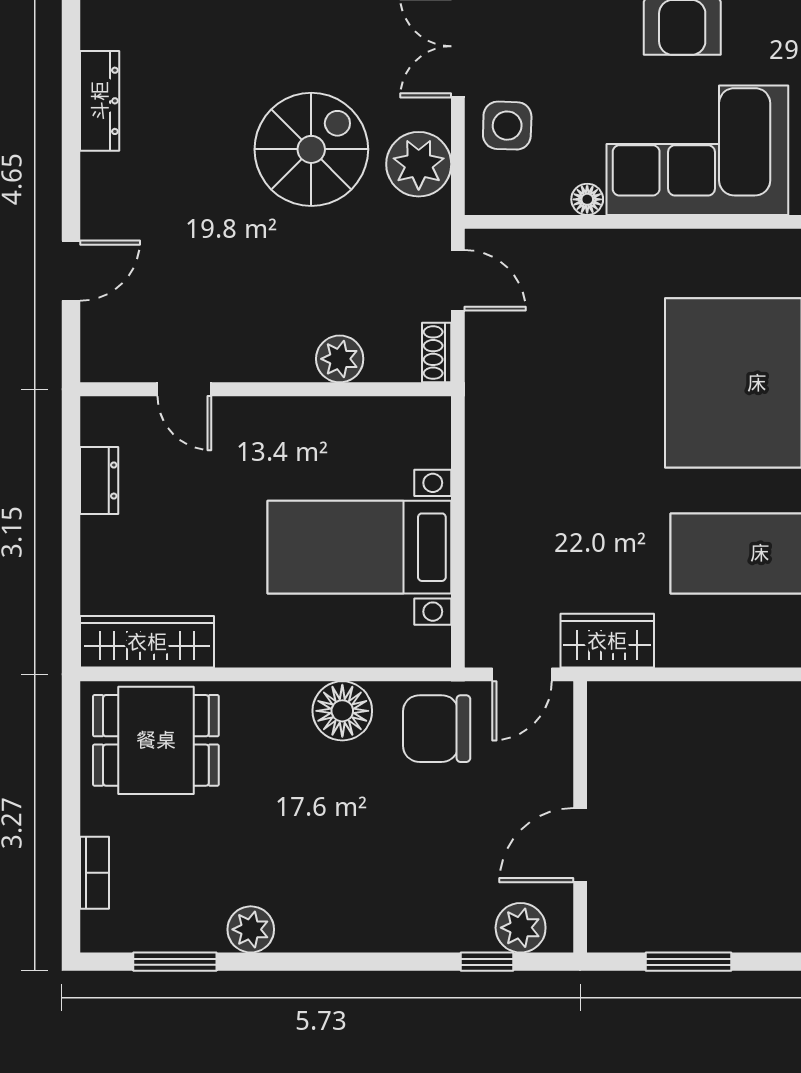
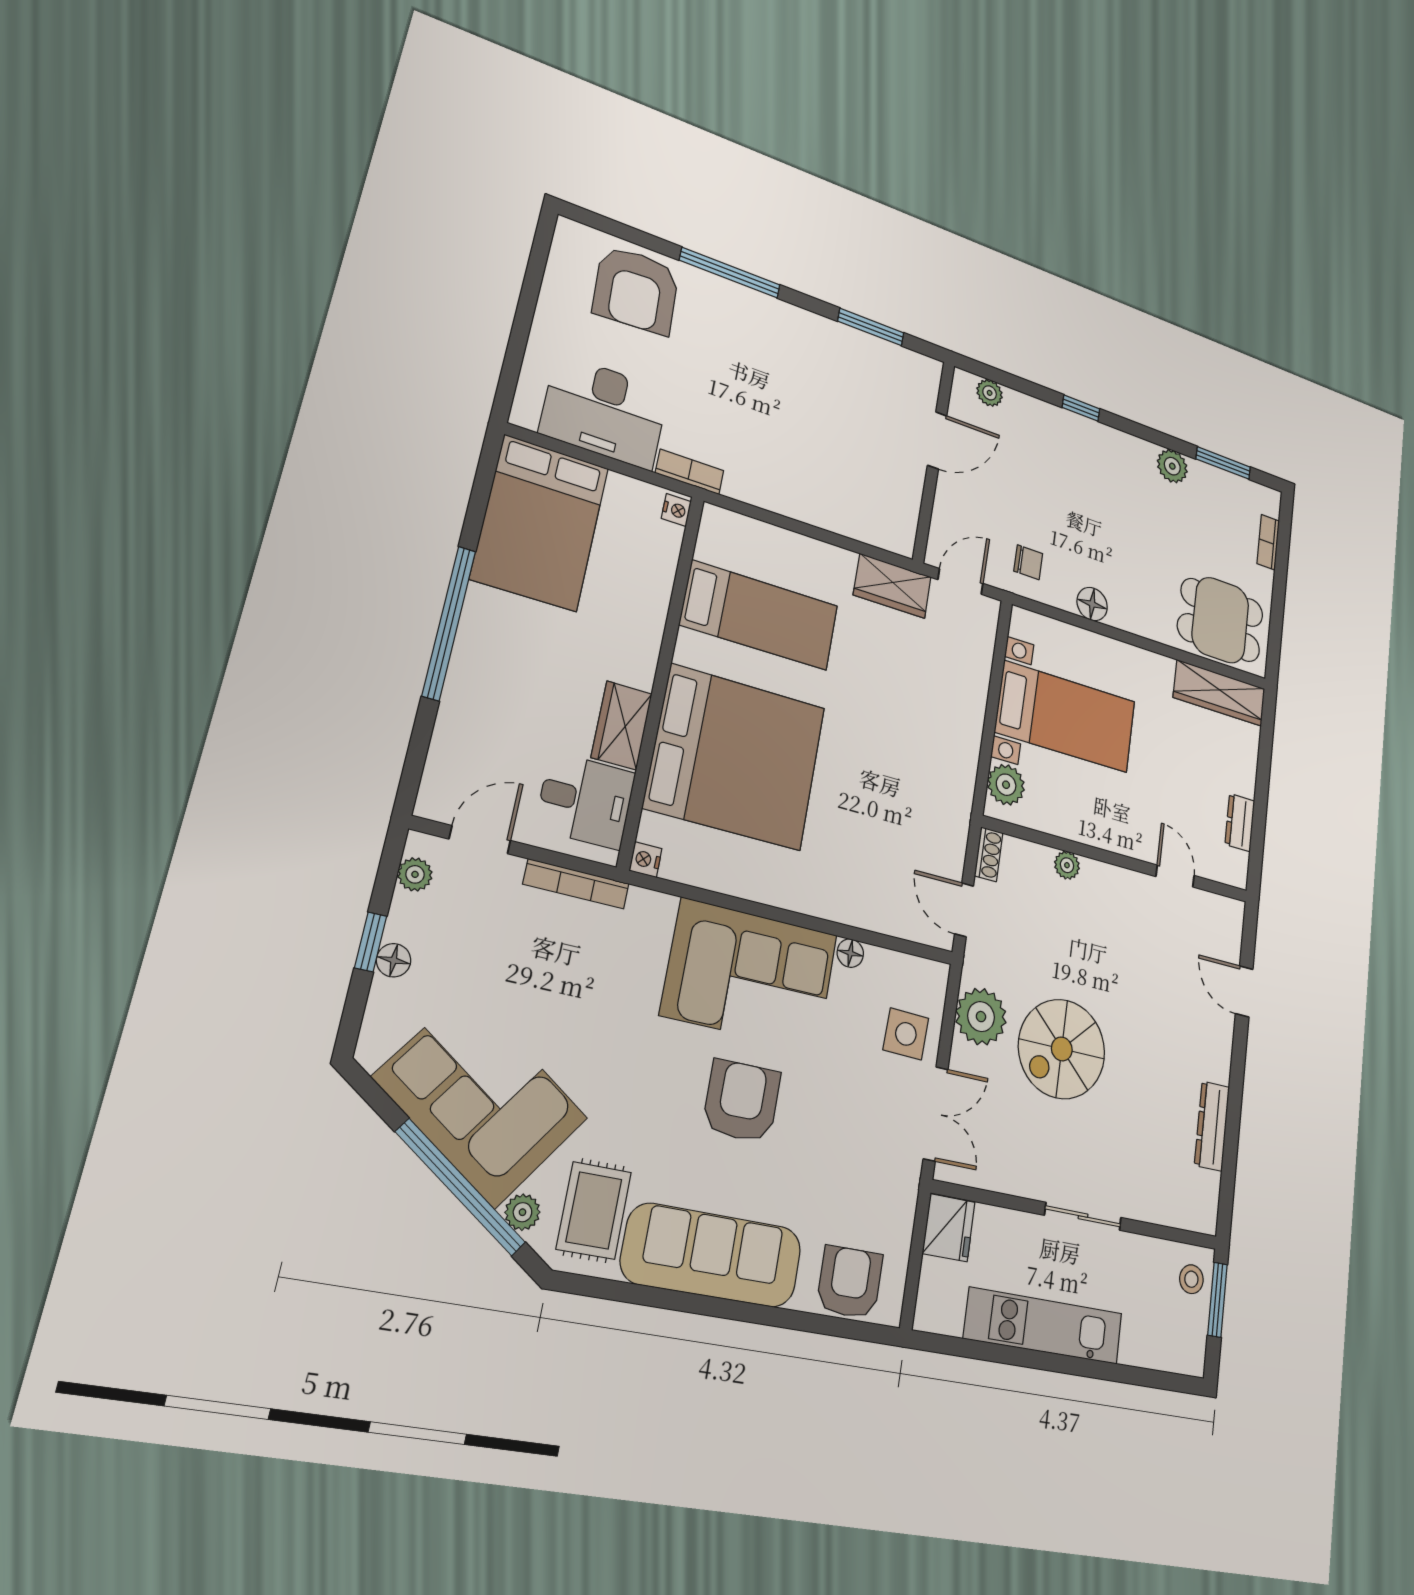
door: (71, 271) -> (1244, 991), hinge flipped
plant: (340, 359) -> (1067, 865), width x0.73, depth x0.73
plant: (426, 441) -> (1006, 785), added
floor lamp: (342, 711) -> (1092, 604), width x0.73, depth x0.73
chair: (437, 729) -> (1028, 562), width x0.54, depth x0.54
plant: (521, 928) -> (990, 393), width x0.73, depth x0.73
window: (487, 962) -> (1081, 408), moved

